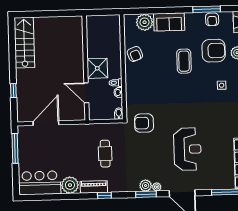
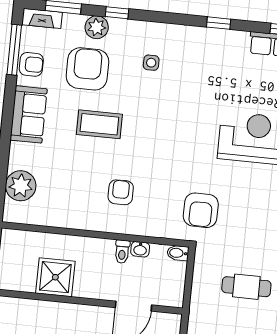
window: (207, 9) -> (14, 50), moved
sofa: (169, 22) -> (29, 114), moved
armchair: (135, 54) -> (121, 192), moved, turned -69
shower: (97, 68) -> (55, 277), moved

